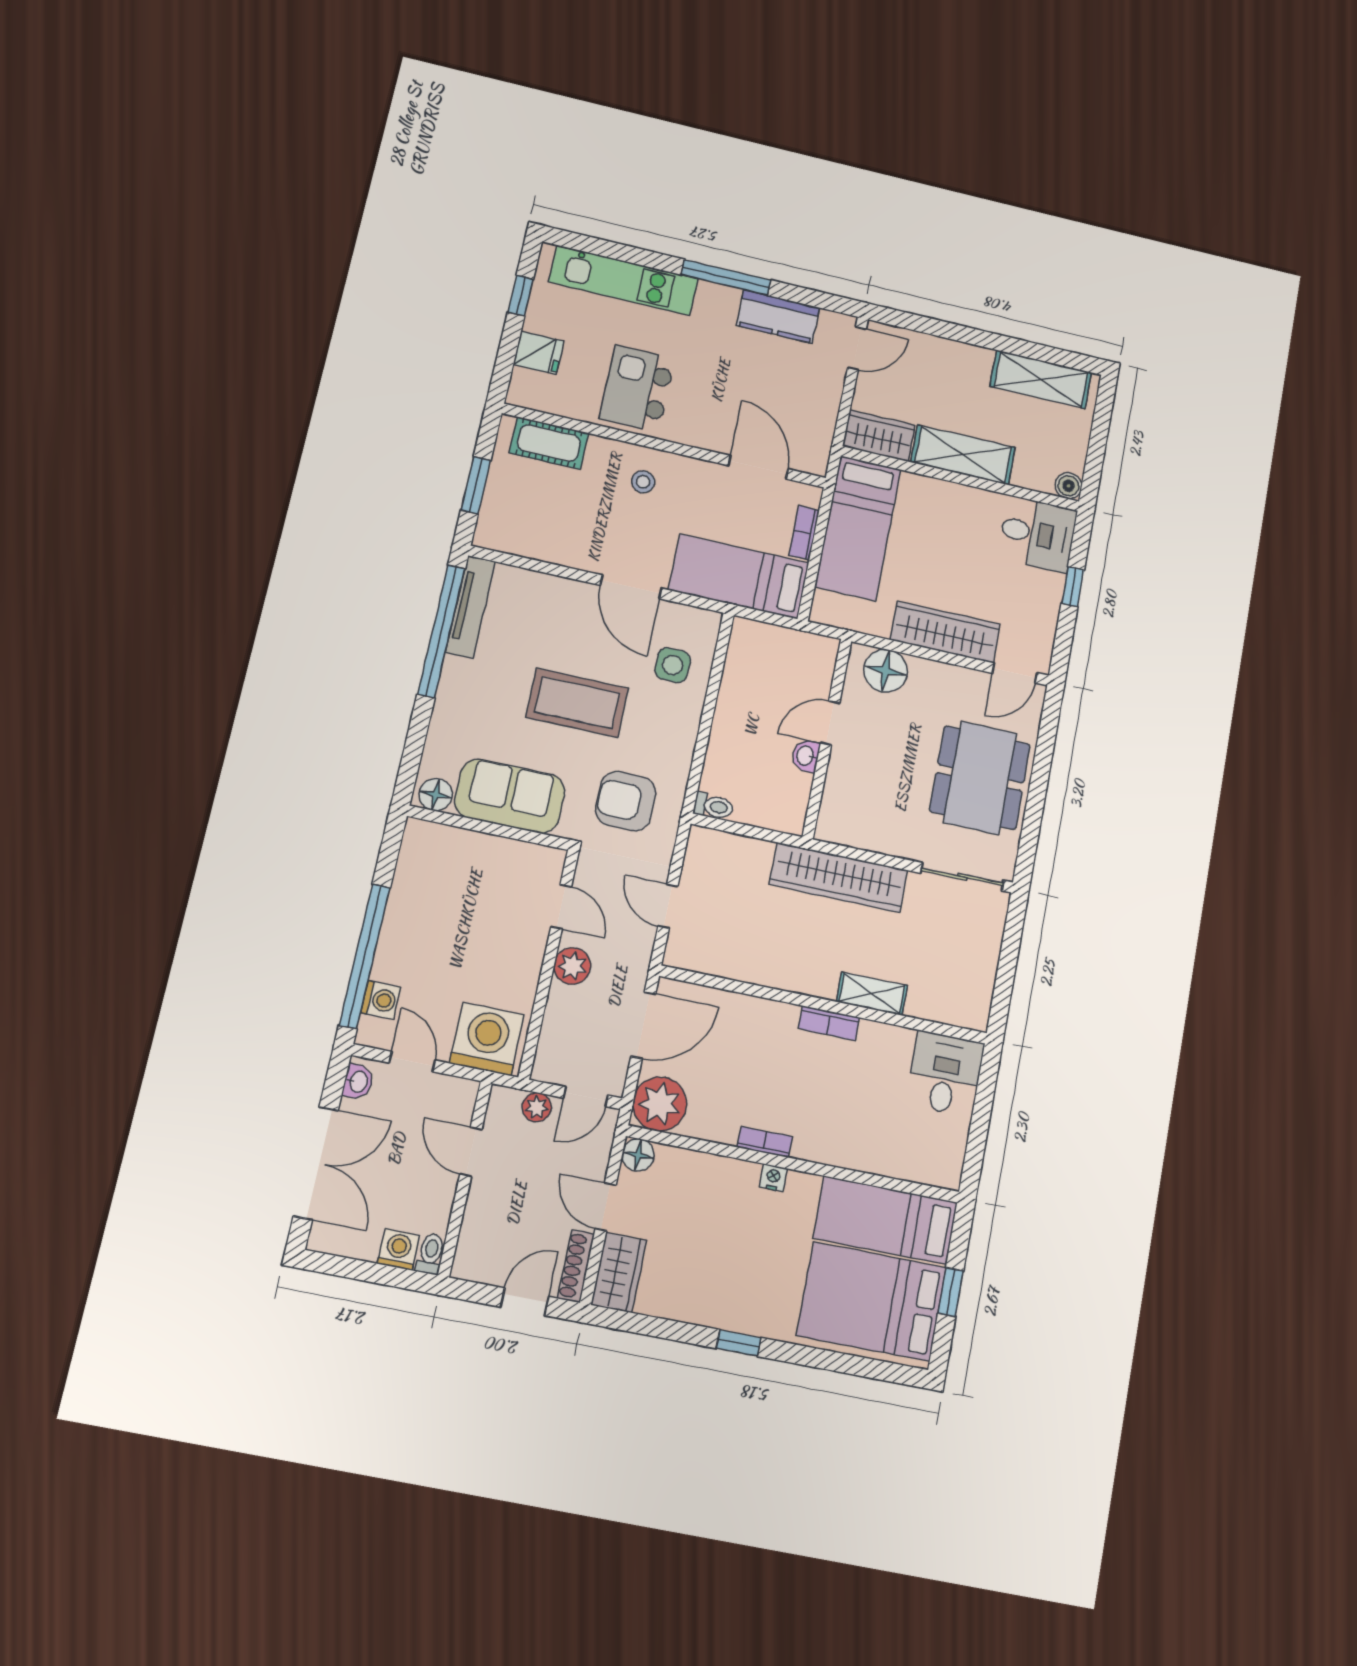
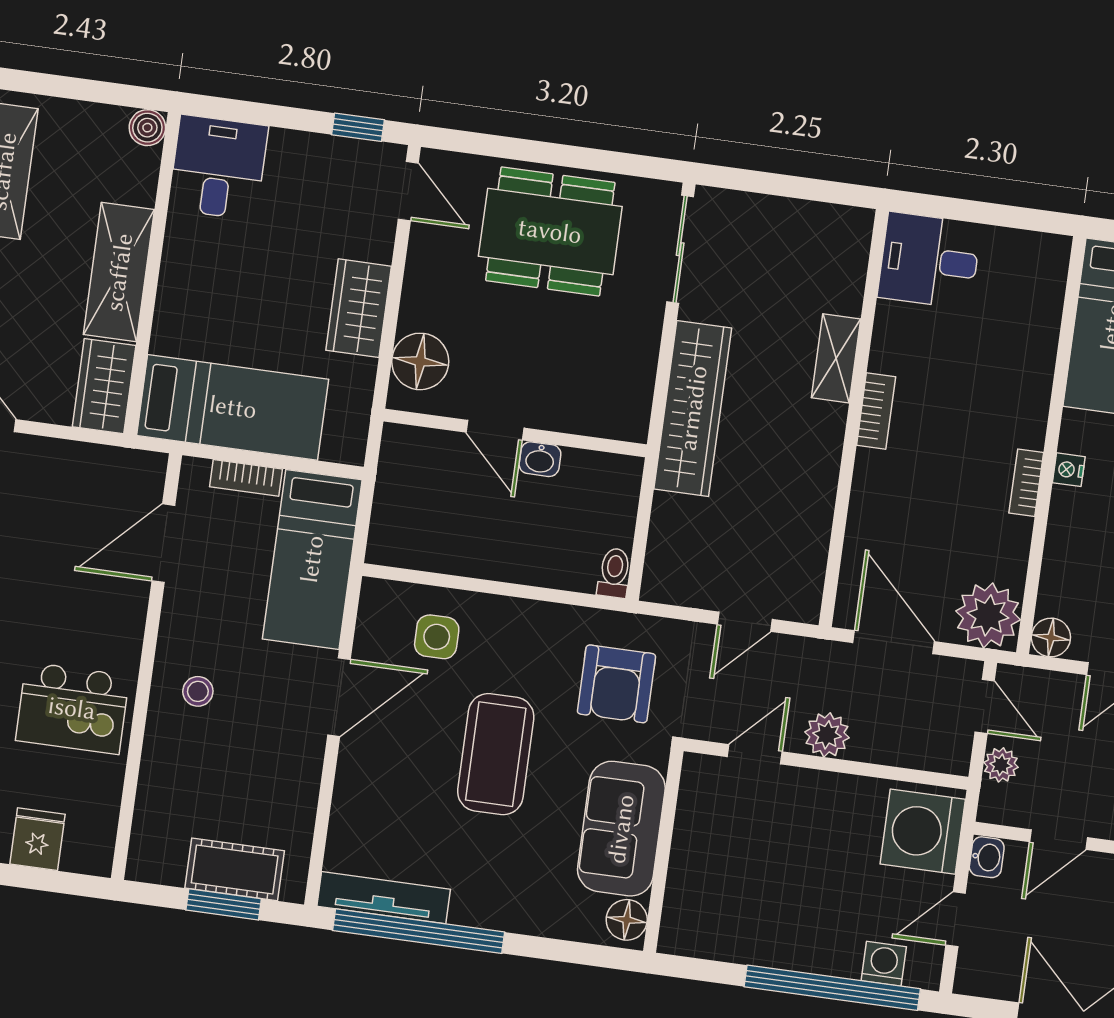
cot: (549, 443) -> (235, 869), moved, turned 90
window: (1073, 587) -> (358, 127), moved
wardrobe: (945, 632) -> (359, 308), width x0.67
washbasin: (358, 1082) -> (987, 857), moved, turned 90

